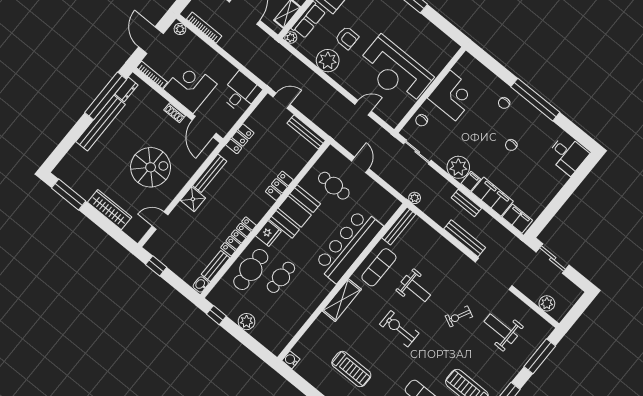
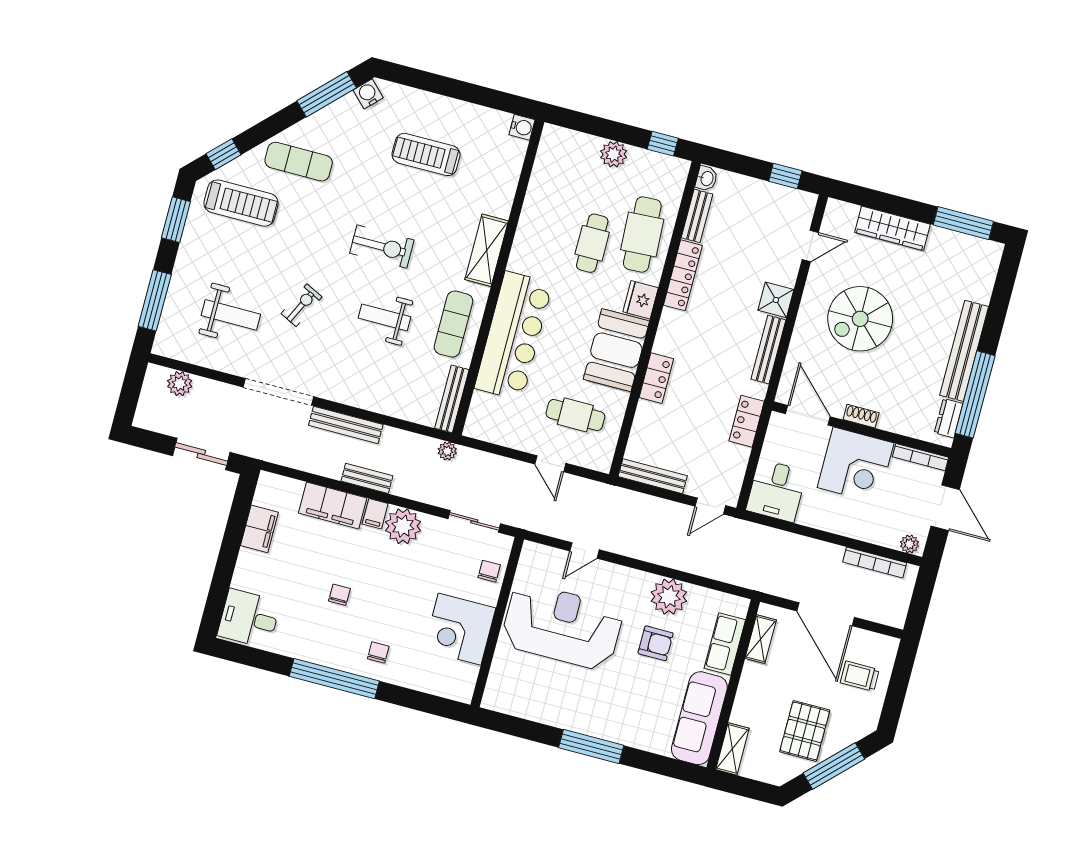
plant: (291, 38) -> (739, 606), removed
armchair: (347, 38) -> (656, 643), turned 180
filing cabinet: (517, 219) -> (259, 529), moved, turned -90

